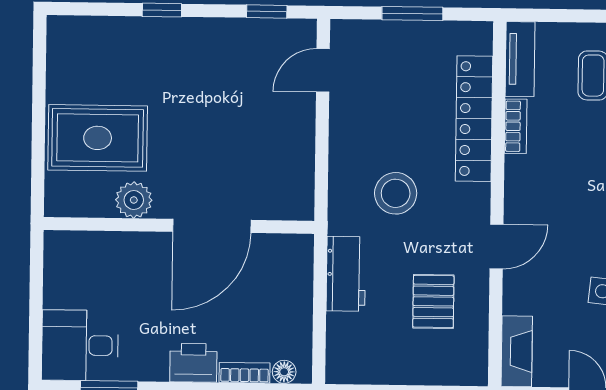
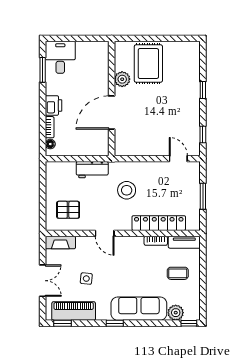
door: (212, 226) -> (112, 112), hinge flipped
pallet: (433, 301) -> (68, 210), moved

